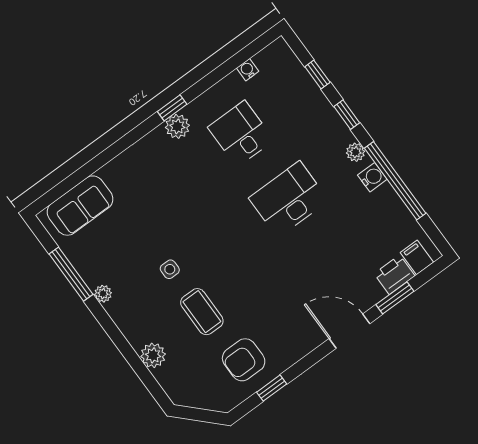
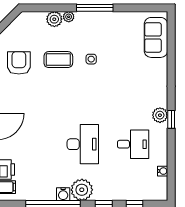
plant: (356, 152) -> (82, 190), width x1.87, depth x1.87
window: (71, 274) -> (95, 8), moved
plant: (103, 294) -> (69, 17), moved

